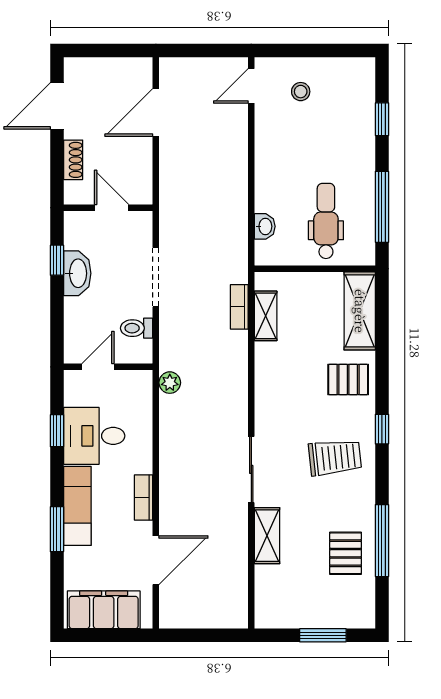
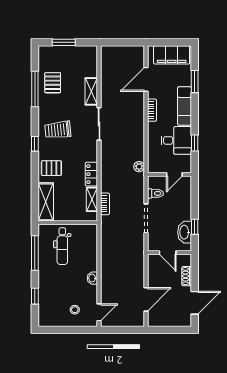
washbasin: (265, 226) -> (92, 278), moved
washbasin: (77, 273) -> (185, 232), moved
locker: (267, 367) -> (91, 174), added
window: (57, 529) -> (195, 81), moved

